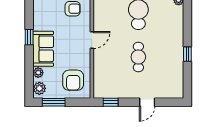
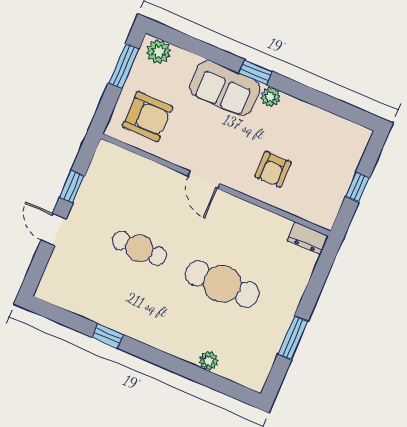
plant: (38, 73) -> (270, 97), moved
armchair: (73, 80) -> (148, 117), turned 180
window: (111, 102) -> (72, 187), moved

